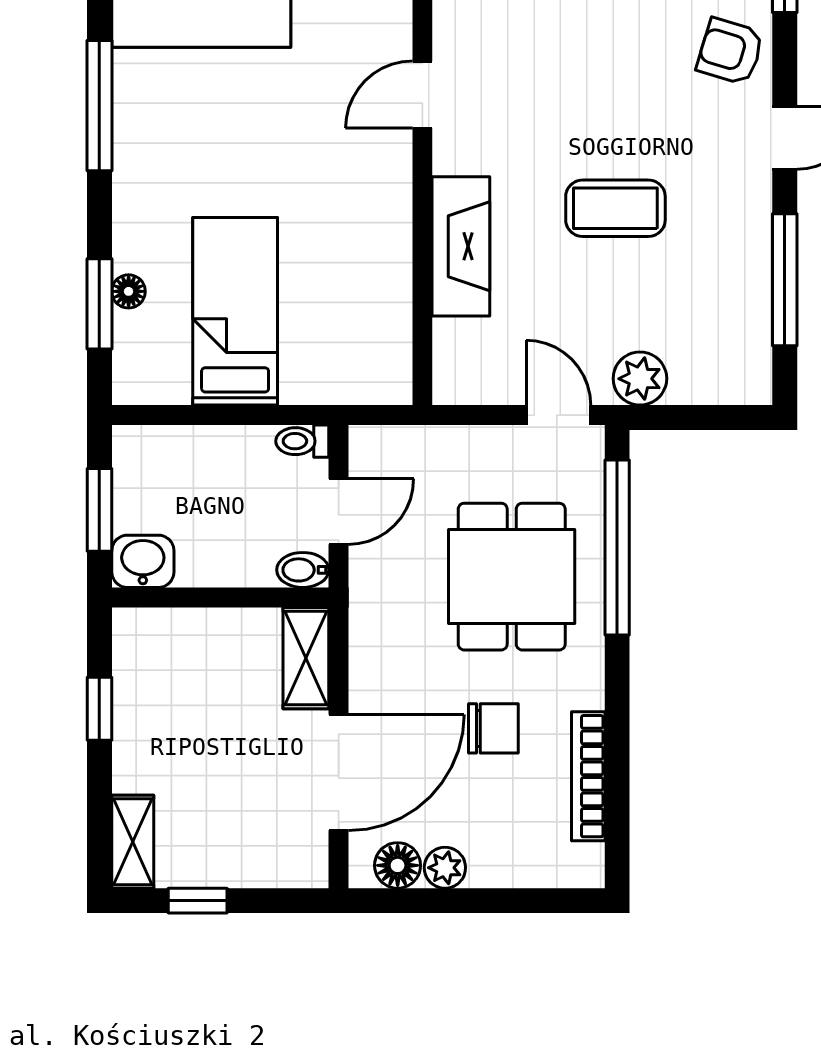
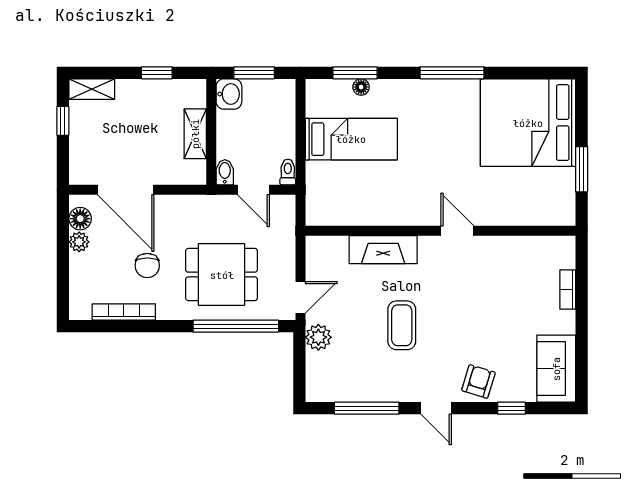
shelving: (306, 658) -> (195, 134), moved, turned 90

